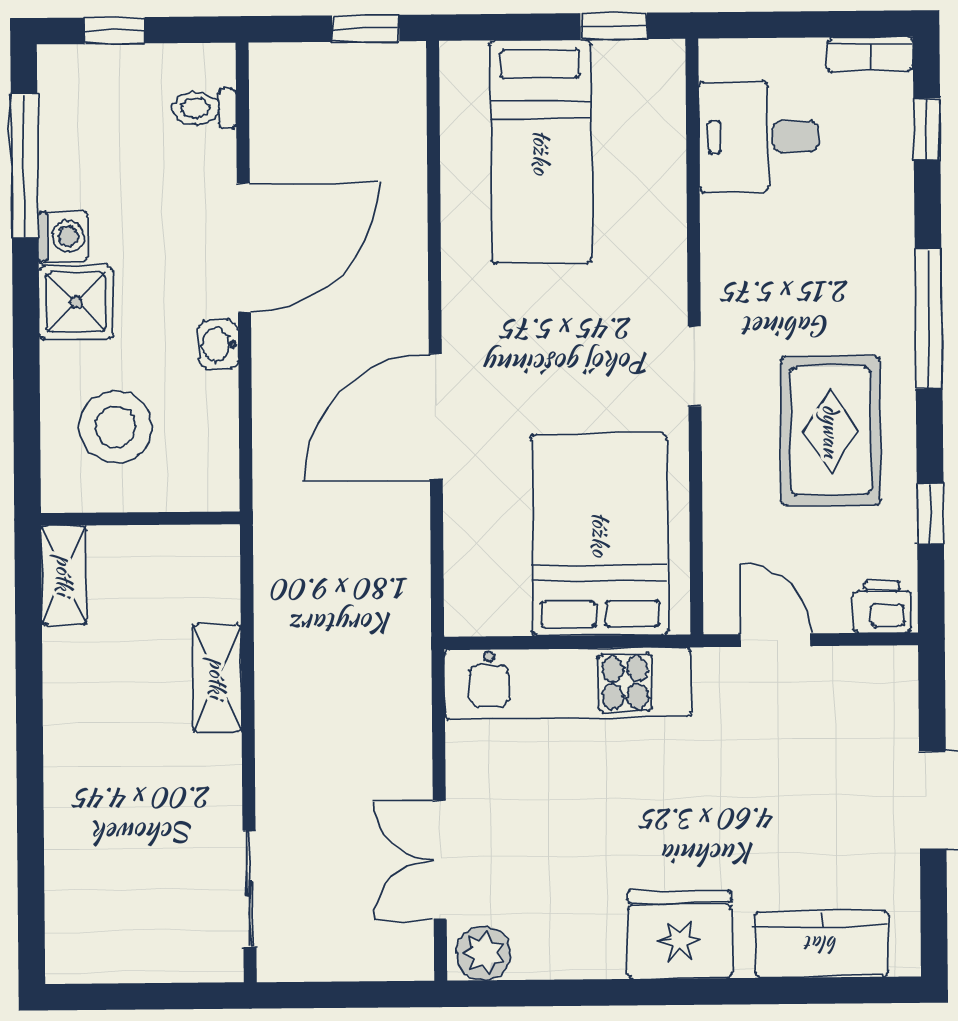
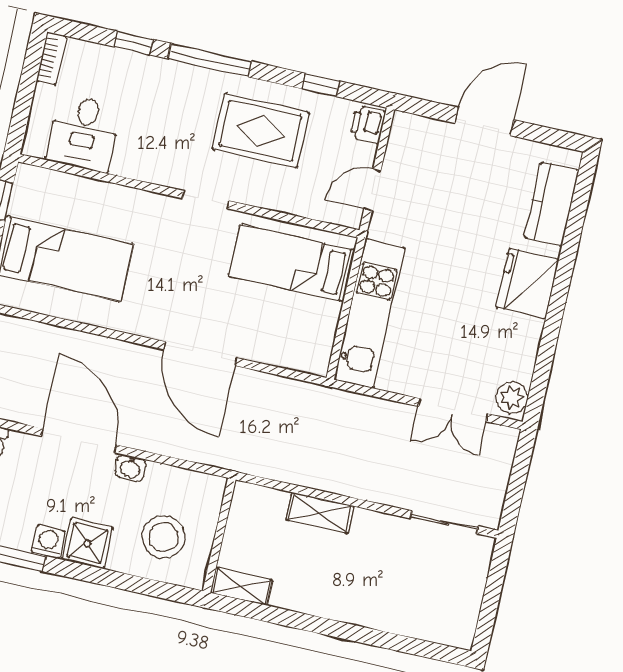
window: (927, 129) -> (133, 43), moved
bed: (600, 534) -> (292, 263), width x0.67

